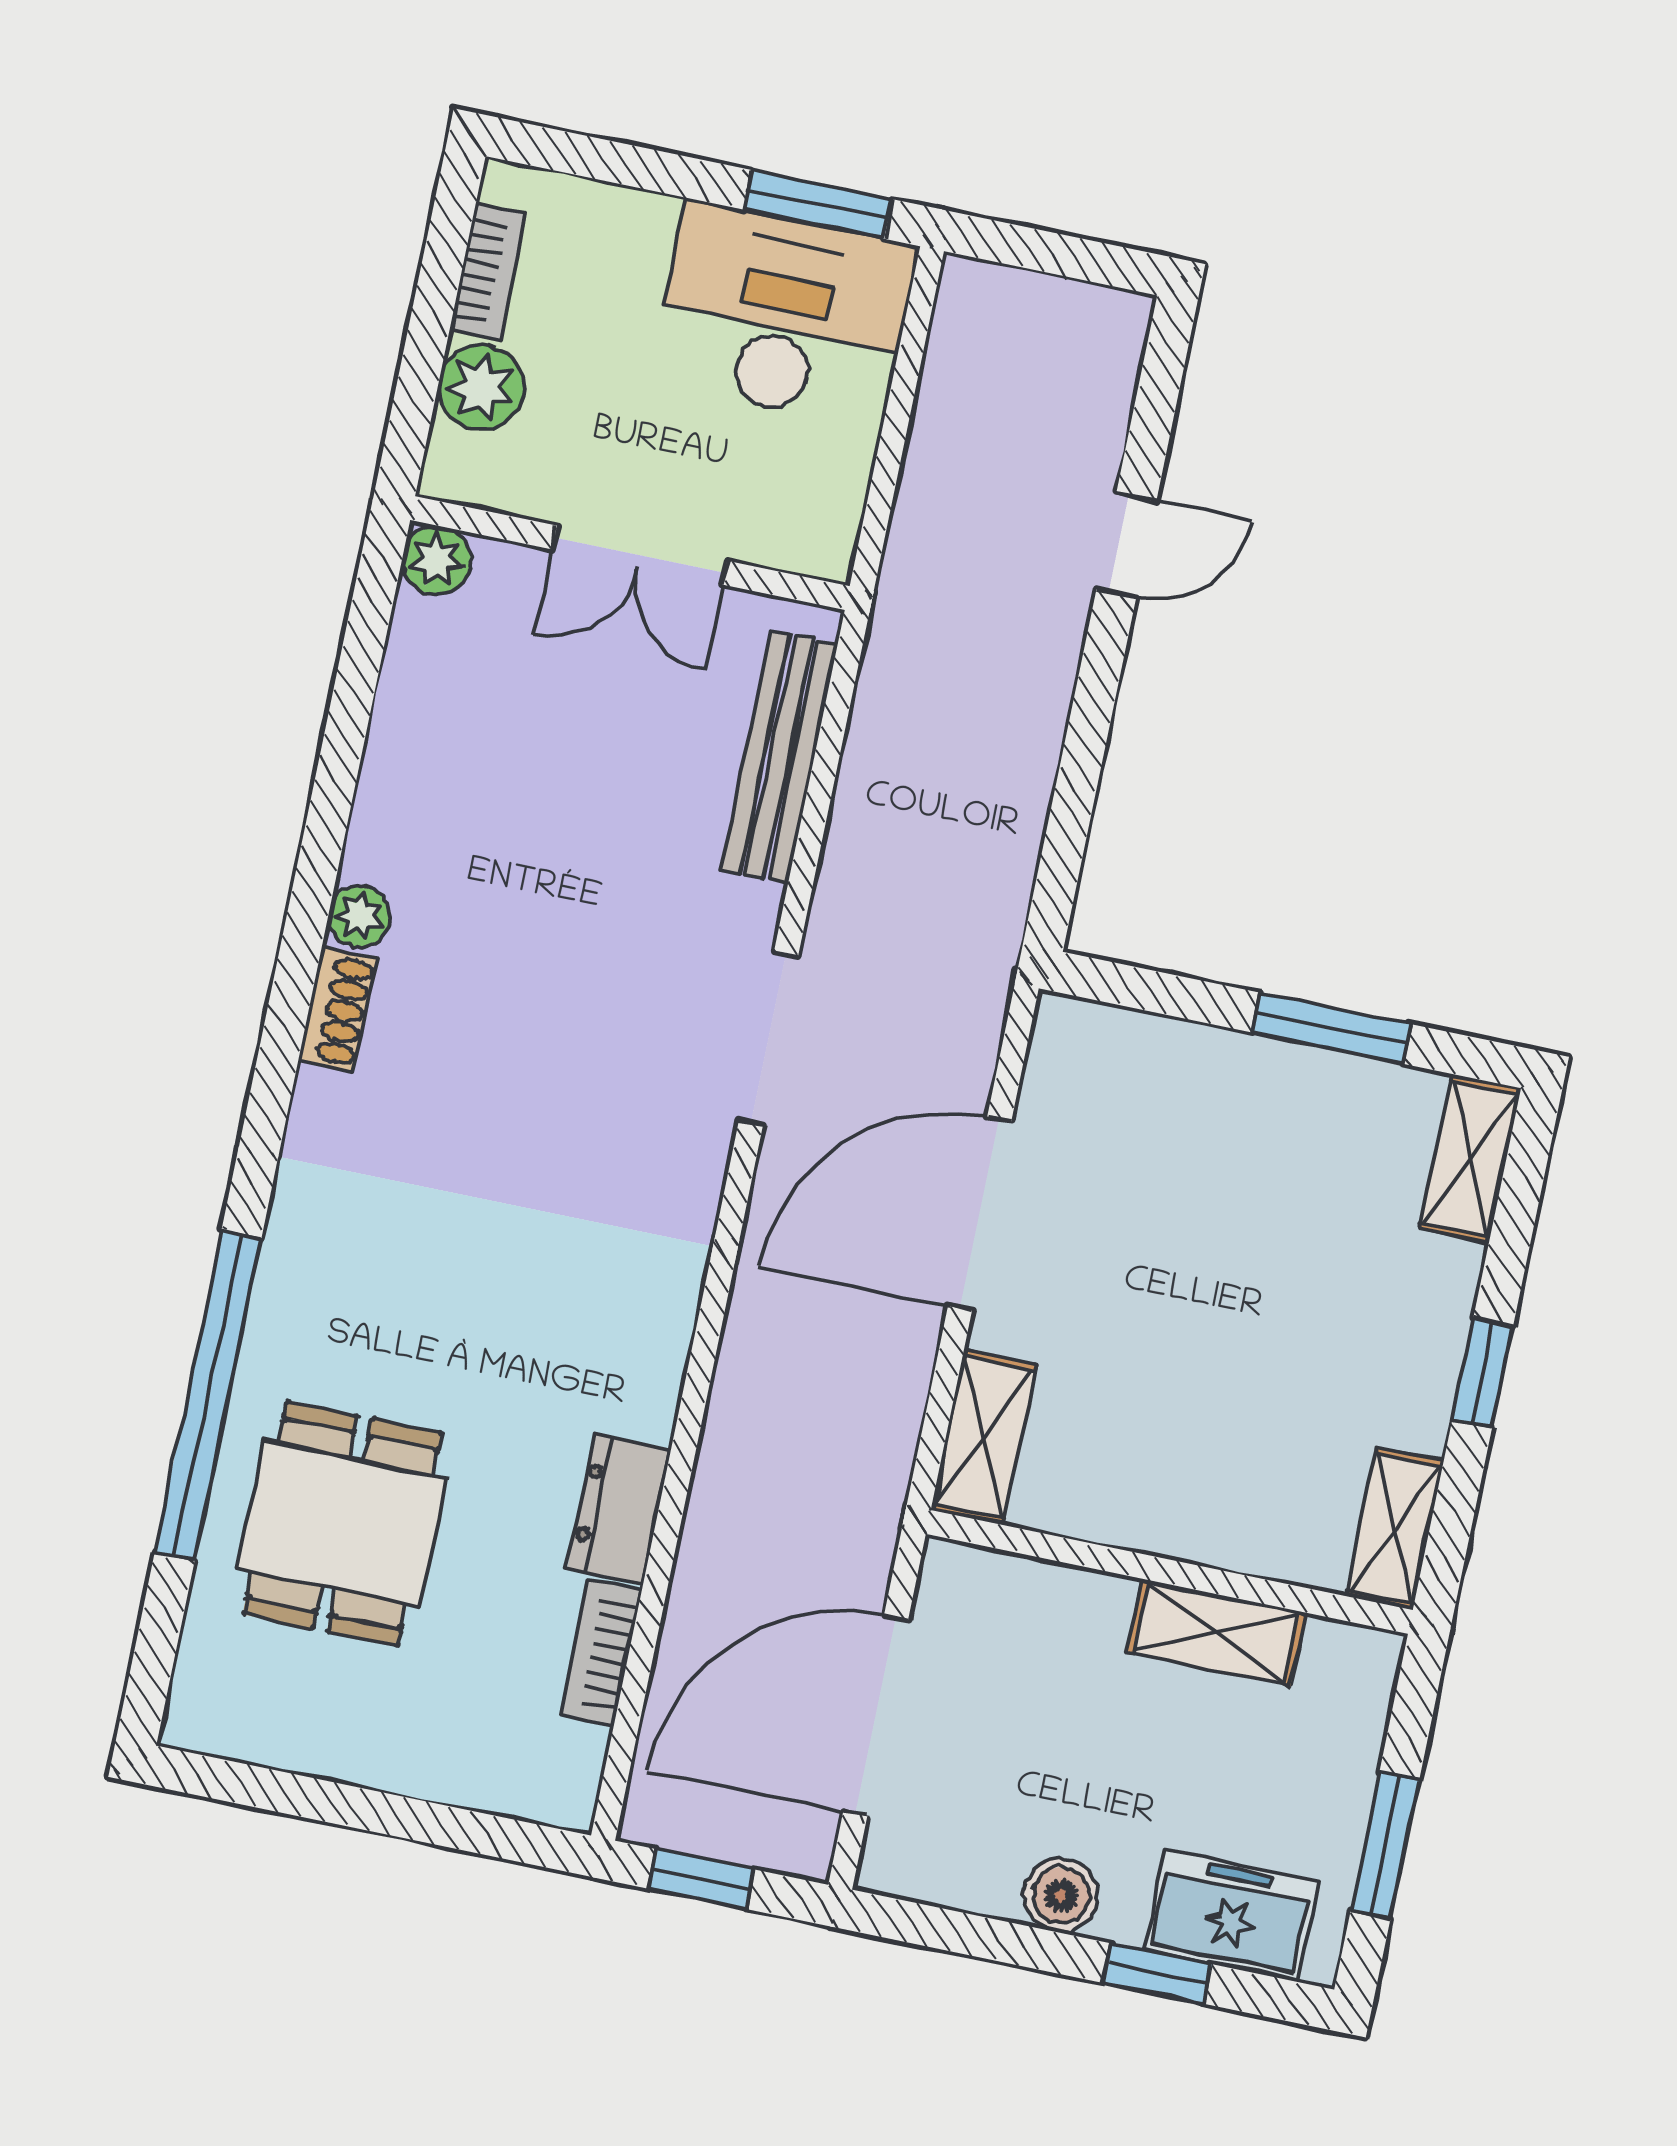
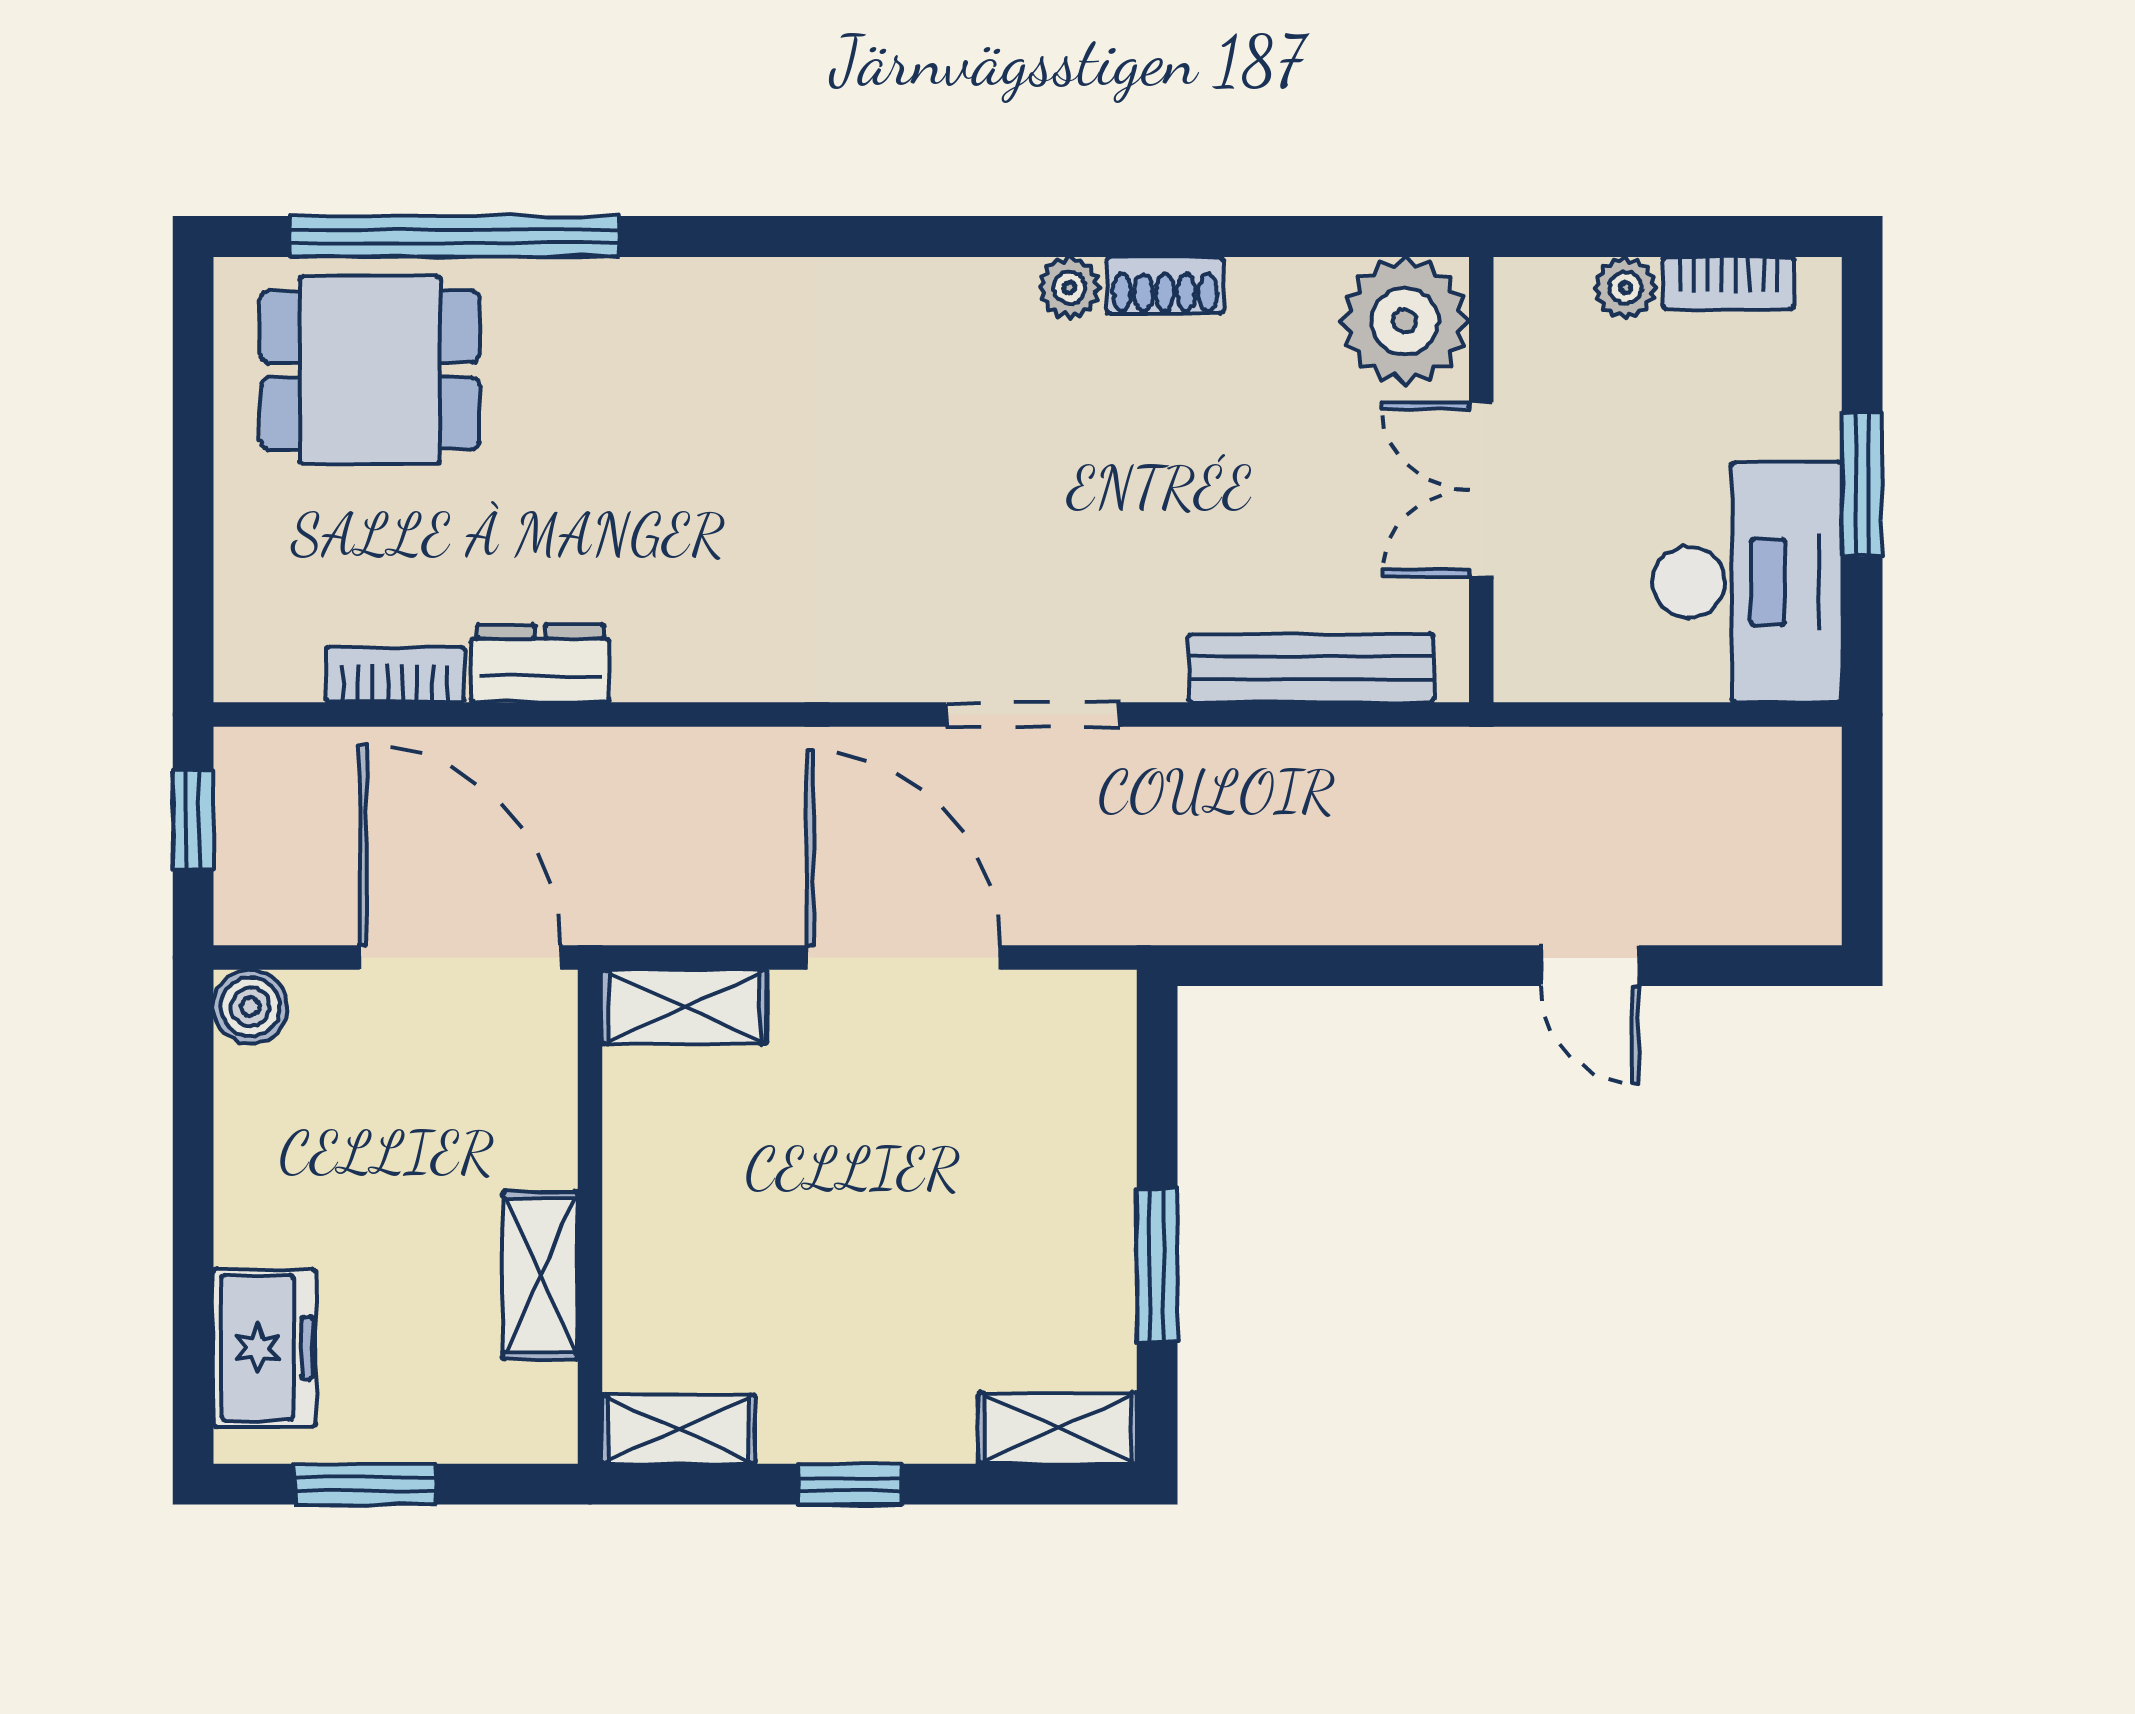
window: (818, 204) -> (1862, 484), moved
plant: (481, 387) -> (1625, 288), width x0.73, depth x0.73
plant: (437, 560) -> (1405, 321), width x1.88, depth x1.88
shoe rack: (337, 1010) -> (1165, 285), moved
window: (208, 1396) -> (454, 237), moved
dining table: (342, 1524) -> (370, 370), moved
door: (876, 1716) -> (460, 958), moved
boiler: (1061, 1895) -> (250, 1007), moved
window: (1157, 1973) -> (193, 1287), removed

